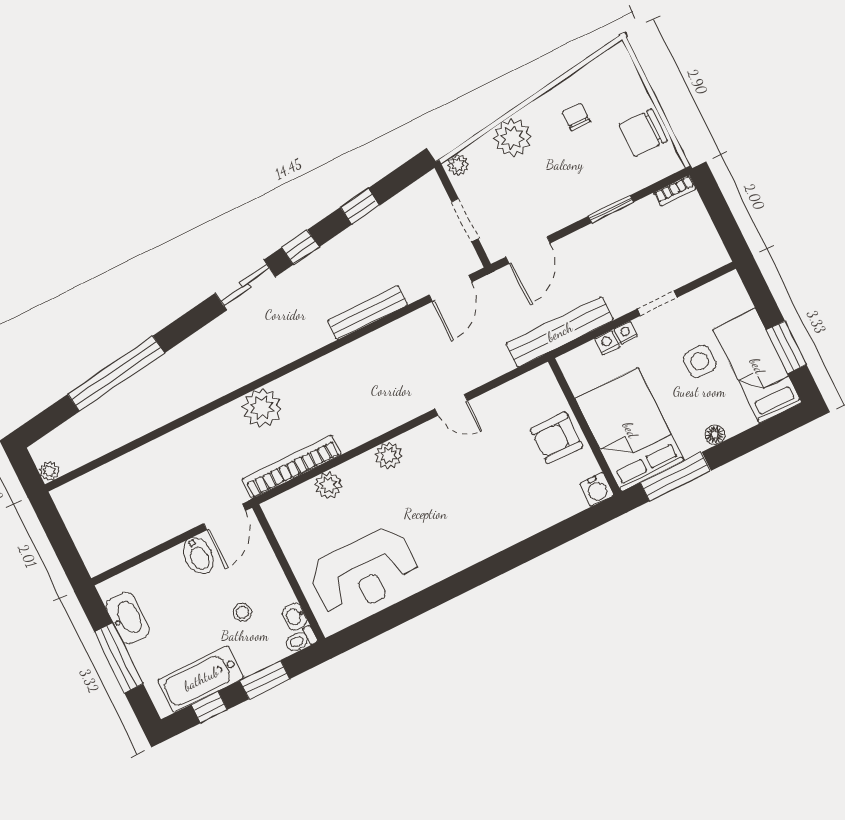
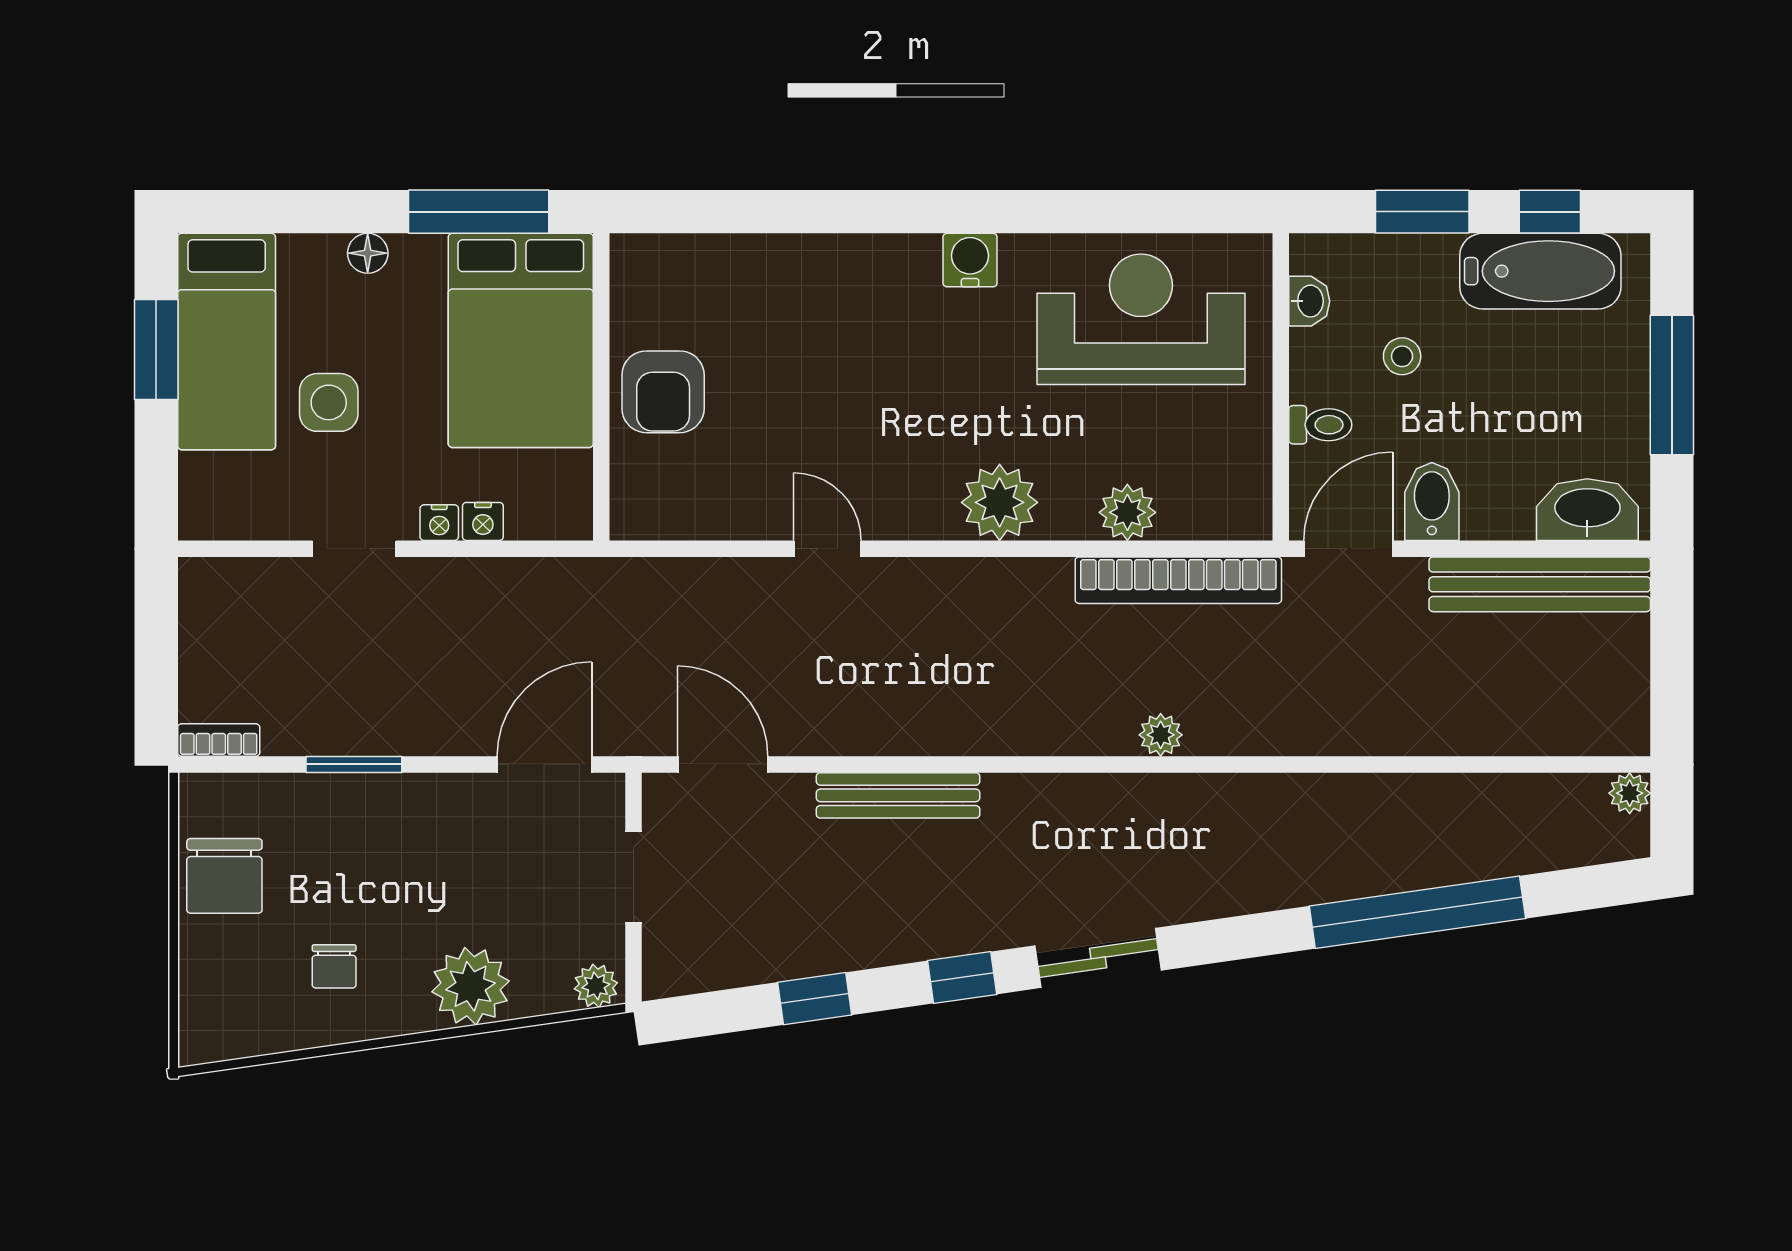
chair: (643, 133) -> (224, 876), turned 90
door: (450, 288) -> (723, 764), hinge flipped
bench: (560, 332) -> (1540, 584), moved
plant: (262, 408) -> (1161, 735), width x0.53, depth x0.53
armchair: (557, 438) -> (663, 392), turned 90
plant: (388, 455) -> (1000, 502), width x1.36, depth x1.36
water cooler: (597, 489) -> (970, 260), moved
washbasin: (128, 618) -> (1587, 510), moved, turned 90
toilet: (300, 640) -> (1320, 425), moved

